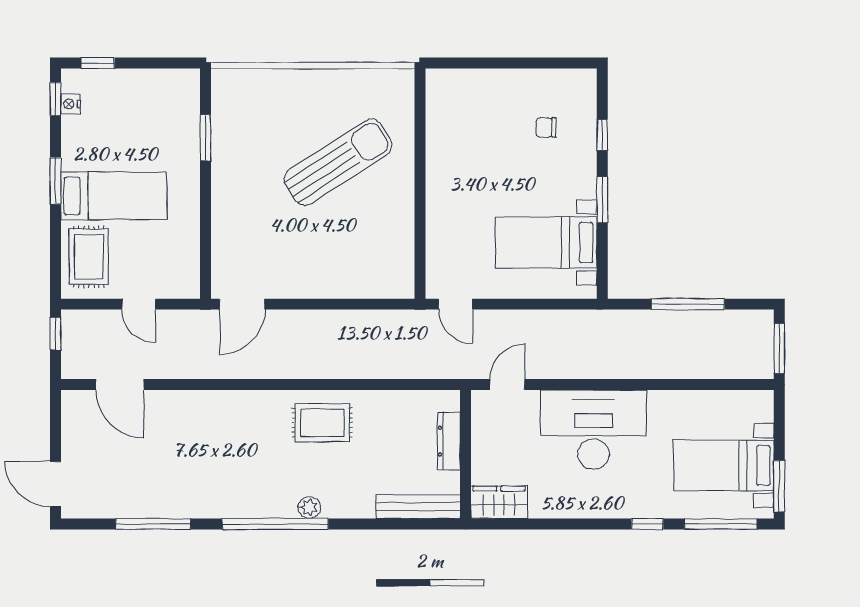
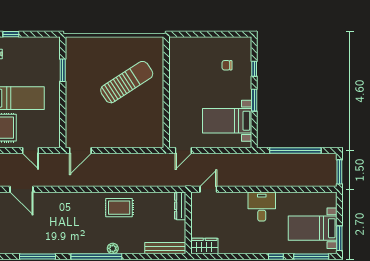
door: (456, 304) -> (183, 150), hinge flipped
window: (688, 304) -> (295, 150), width x1.46
desk: (593, 430) -> (262, 207), width x0.53, depth x0.77
dresser: (449, 441) -> (180, 206), moved

